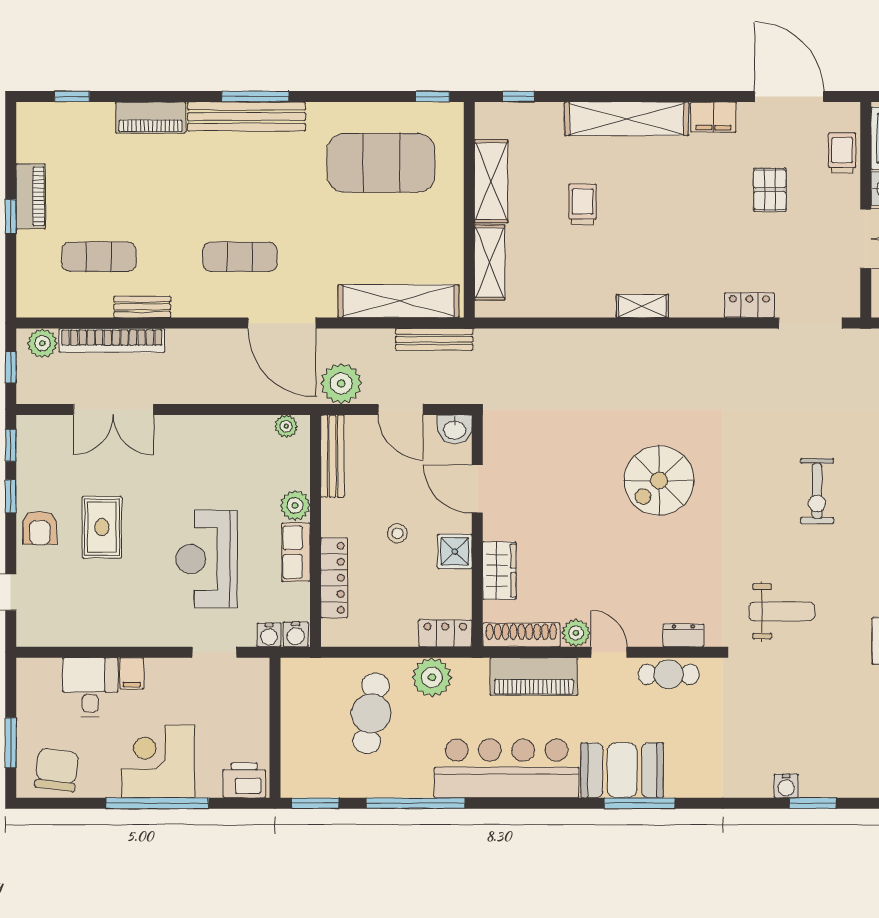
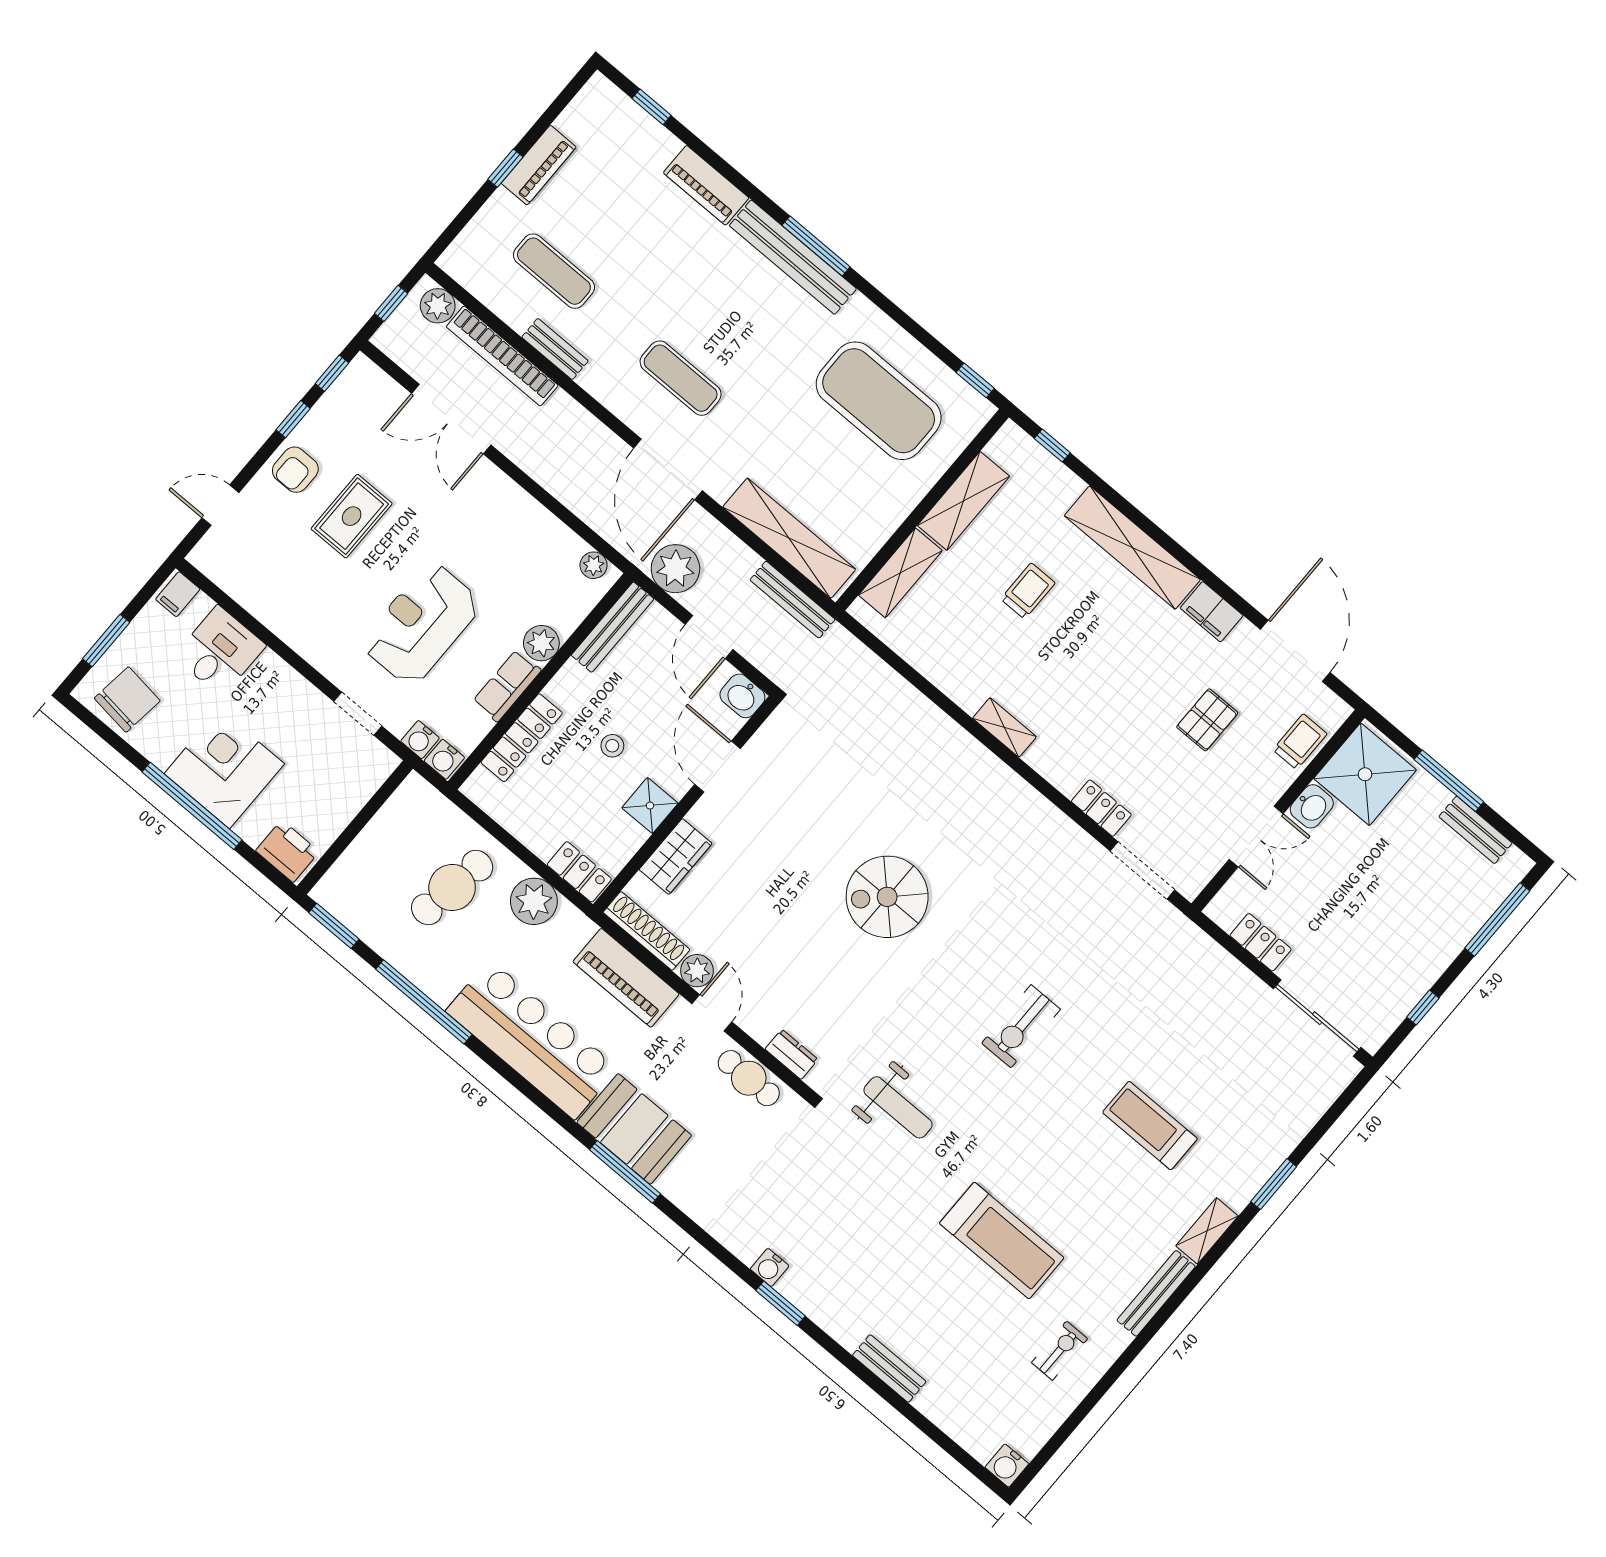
filing cabinet: (132, 673) -> (178, 594), moved

